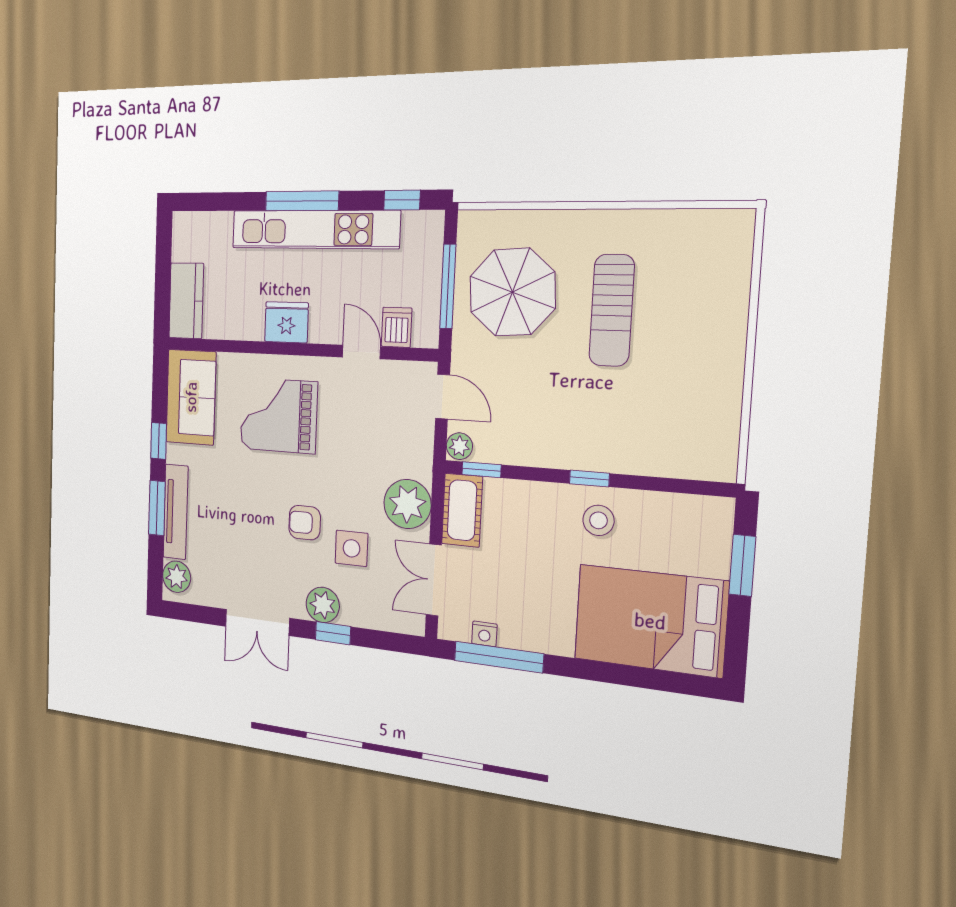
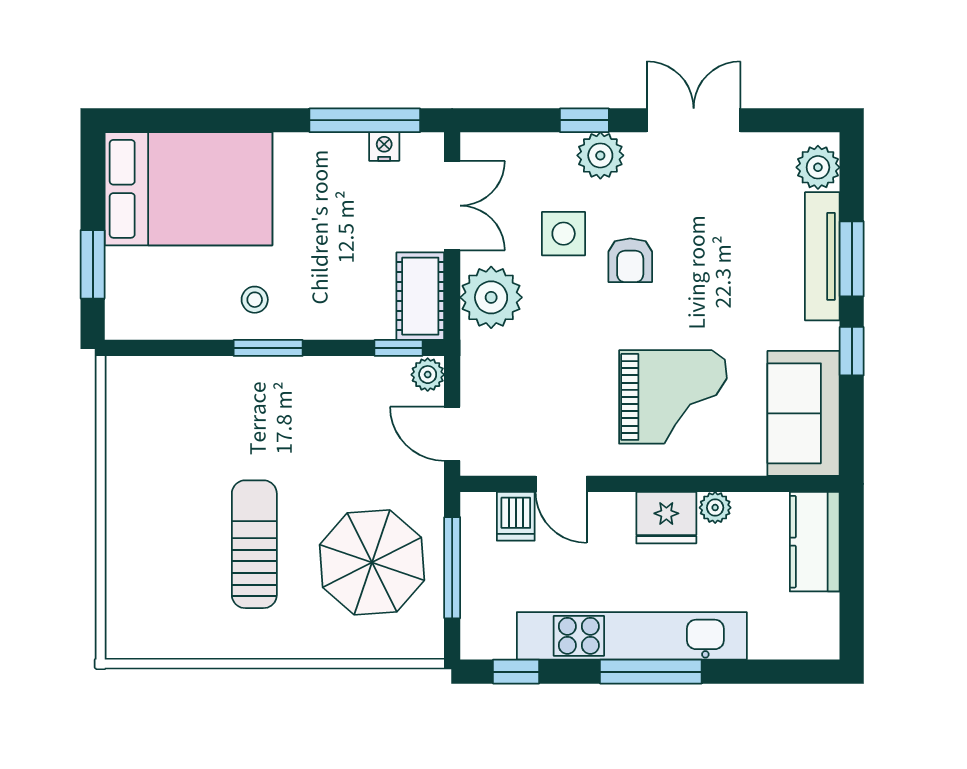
plant: (252, 329) -> (715, 508), added
window: (589, 478) -> (268, 348), width x1.50
stool: (598, 520) -> (255, 300), width x0.73, depth x0.73
armchair: (305, 523) -> (630, 260), turned 90

